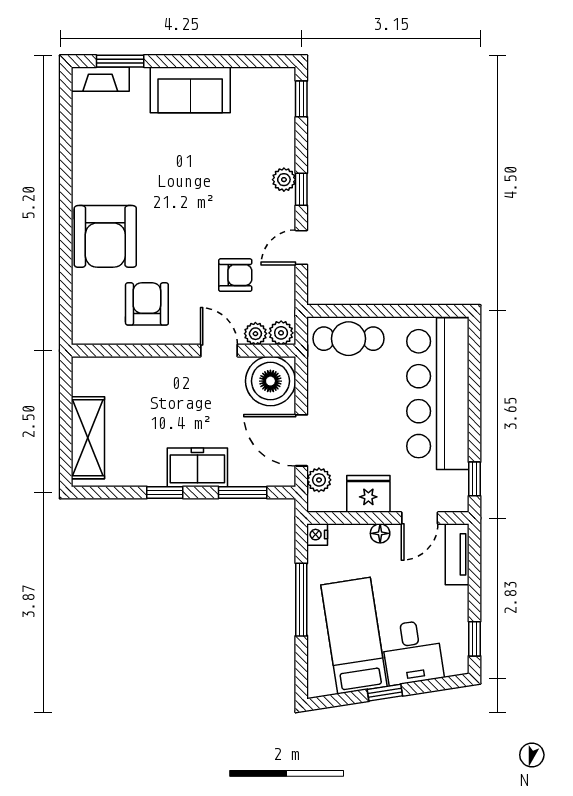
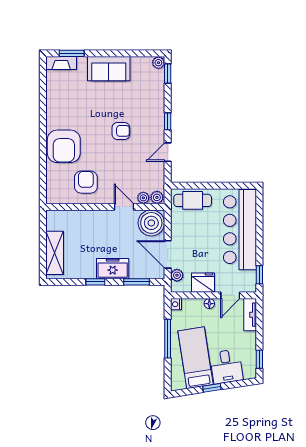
plant: (284, 180) -> (158, 63), moved
armchair: (235, 275) -> (121, 131), moved

